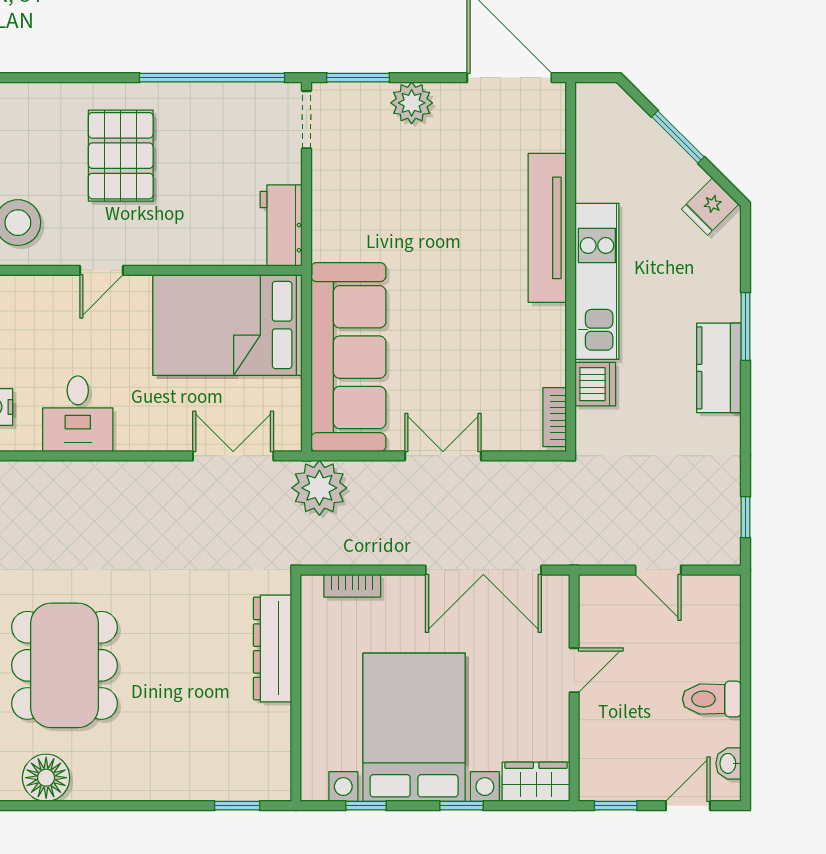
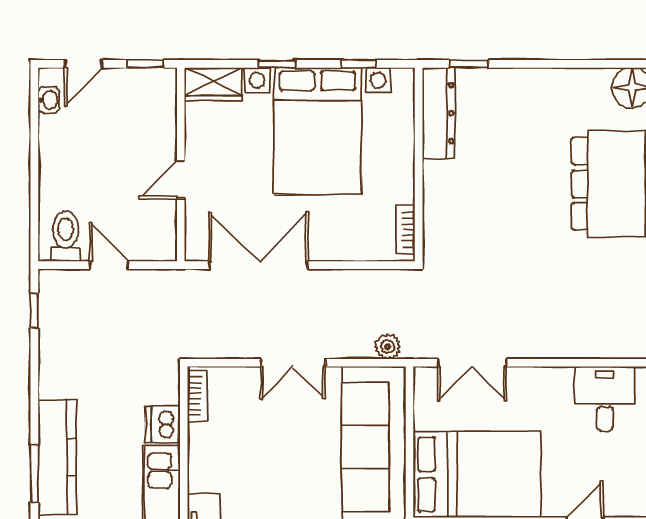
kitchen counter: (719, 368) -> (57, 457), width x1.50
plant: (319, 488) -> (388, 346), width x0.53, depth x0.53
bookcase: (352, 586) -> (405, 229), moved, turned -90
dresser: (272, 648) -> (439, 113), moved
toilet: (712, 699) -> (66, 236), moved, turned -90

